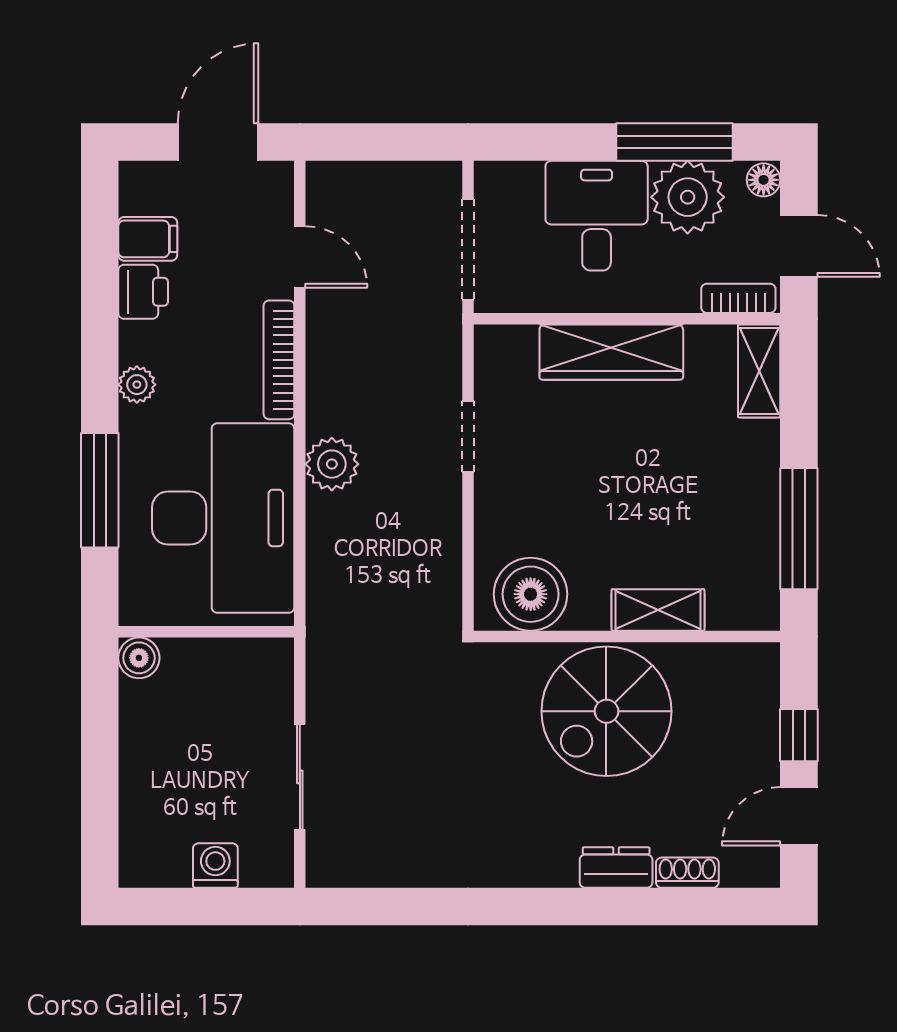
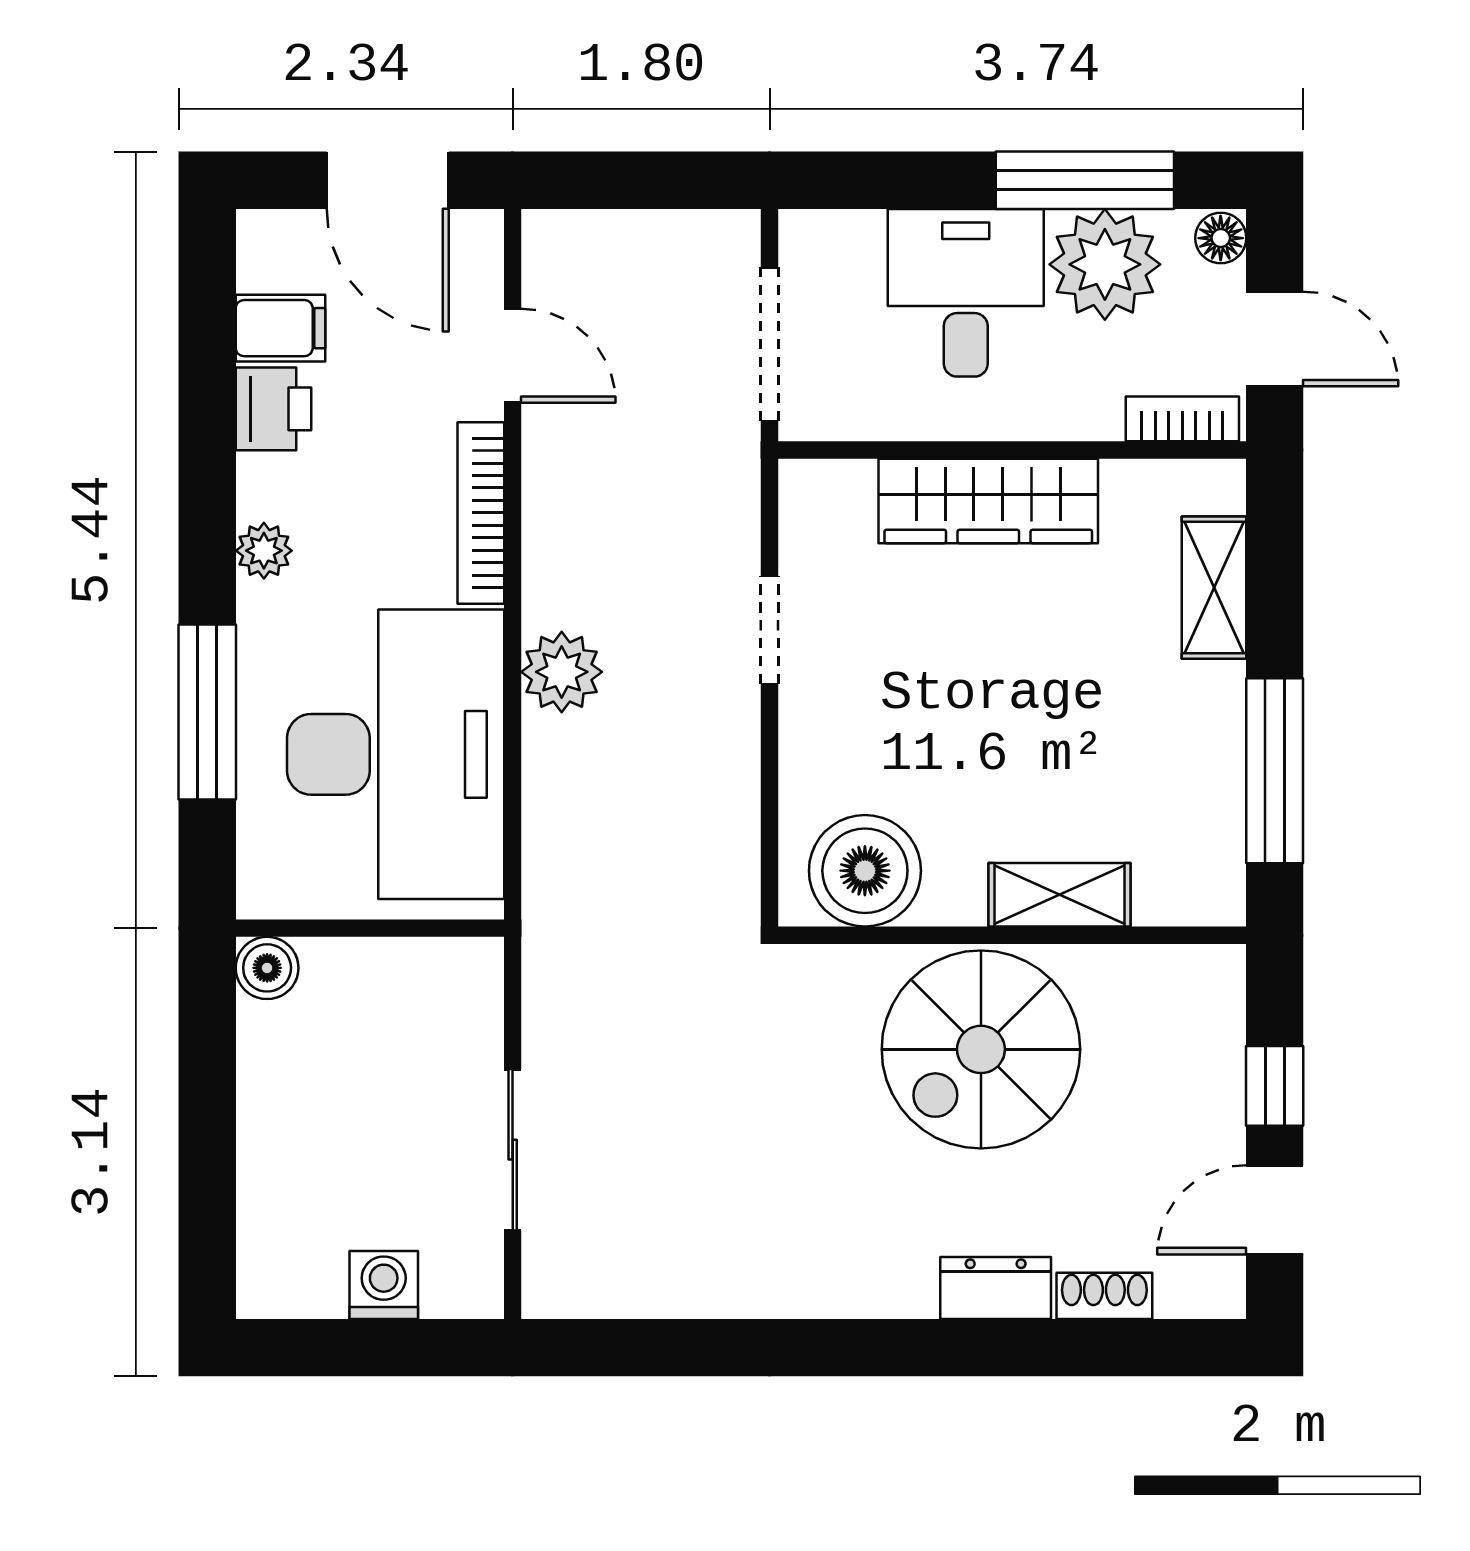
door: (218, 142) -> (388, 180), swing flipped
shelving: (759, 371) -> (1214, 588), moved

